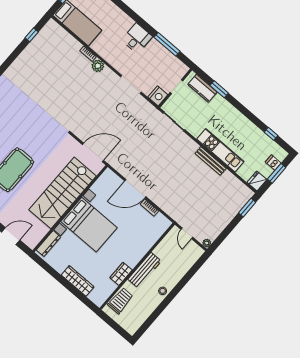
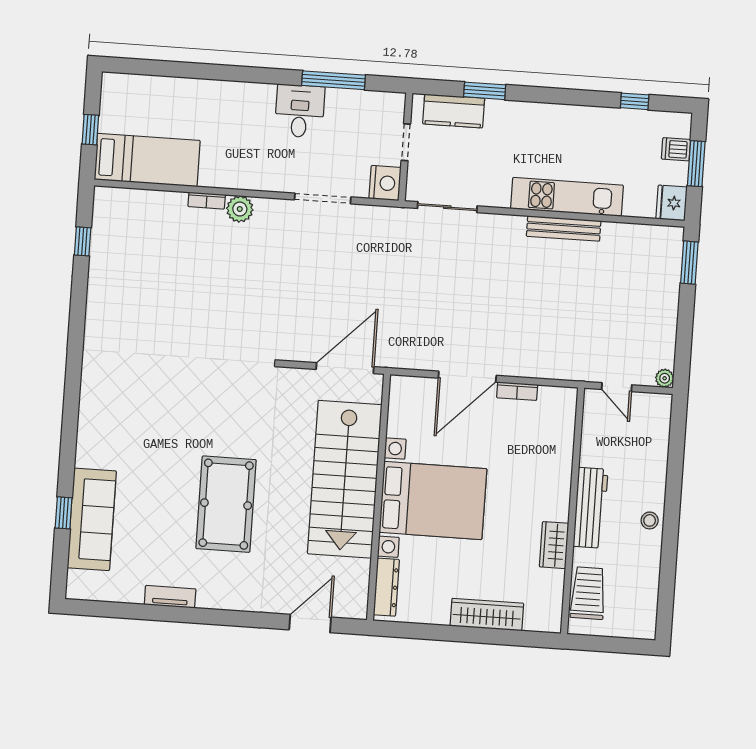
desk: (137, 38) -> (300, 111), moved

